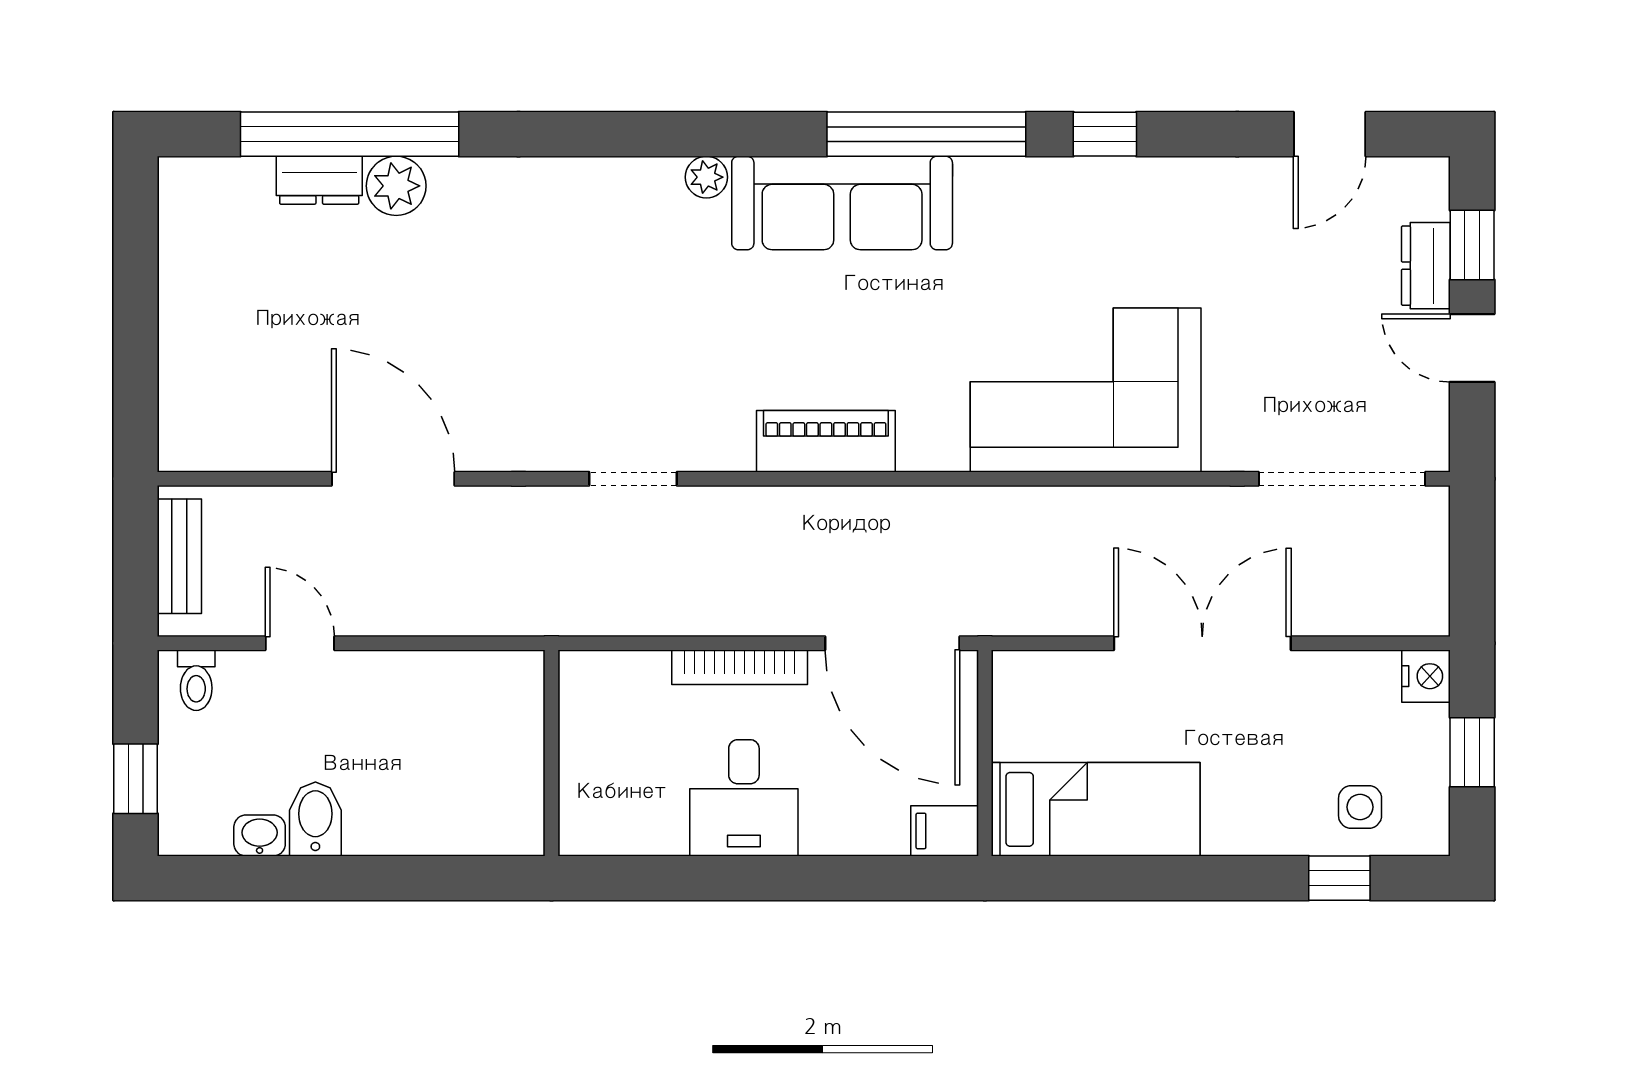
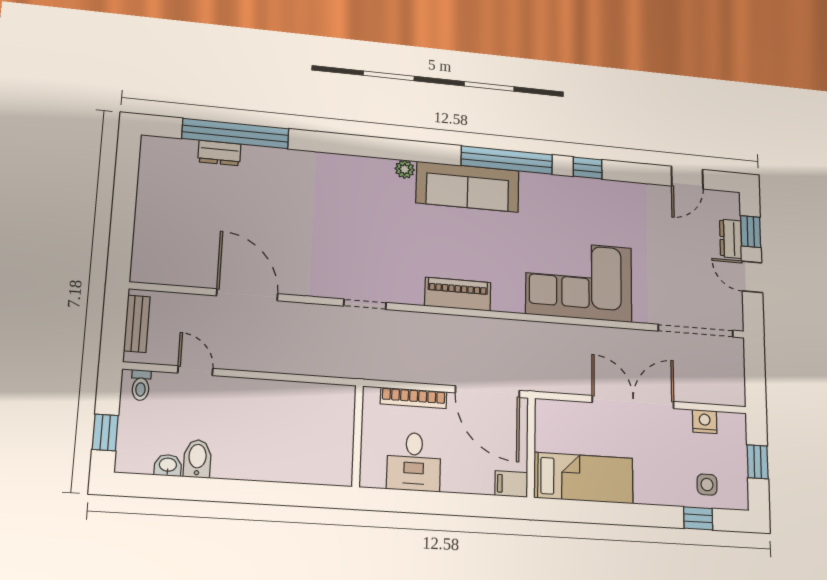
plant: (396, 186) -> (257, 159), removed
nightstand: (1426, 676) -> (705, 421), moved, turned -90
wall: (551, 753) -> (357, 436), moved

